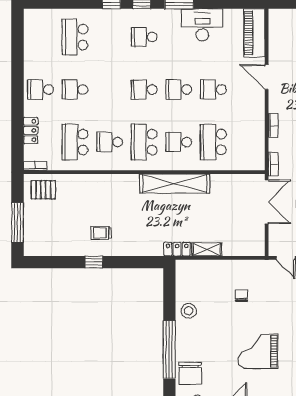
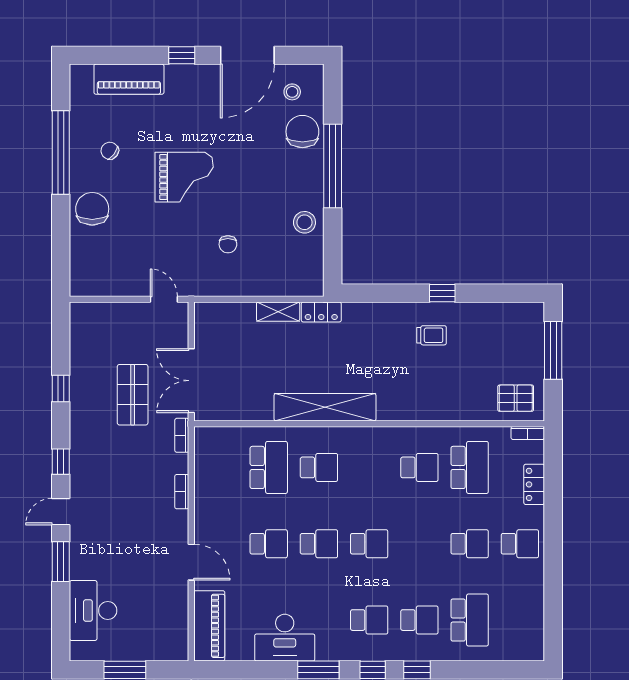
school desk: (144, 142) -> (419, 620), moved, width x0.54
grand piano: (258, 351) -> (184, 177), moved

